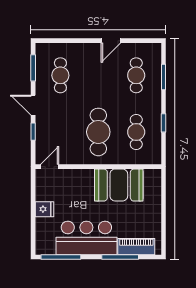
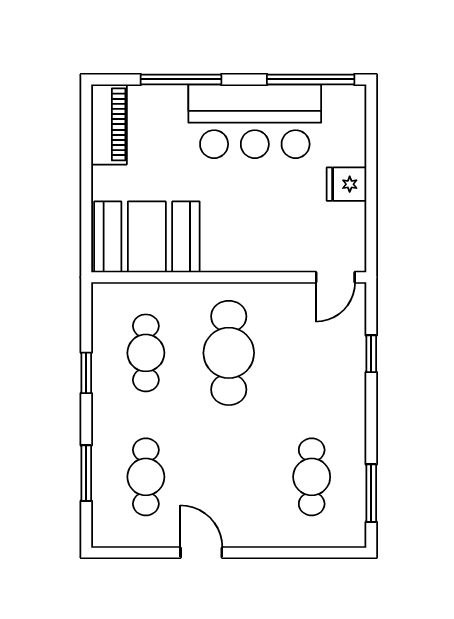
door: (111, 41) -> (201, 553), hinge flipped
door: (33, 105) -> (371, 412), removed
booth: (119, 185) -> (147, 237), moved
piano: (136, 247) -> (109, 124), moved, turned -90

